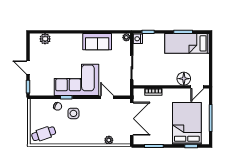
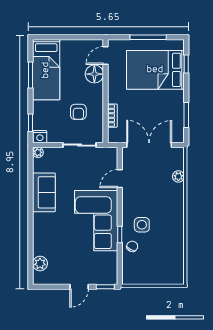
armchair: (156, 67) -> (78, 112), added
door: (197, 87) -> (106, 56), swing flipped
cafe table: (44, 134) -> (170, 265), removed

